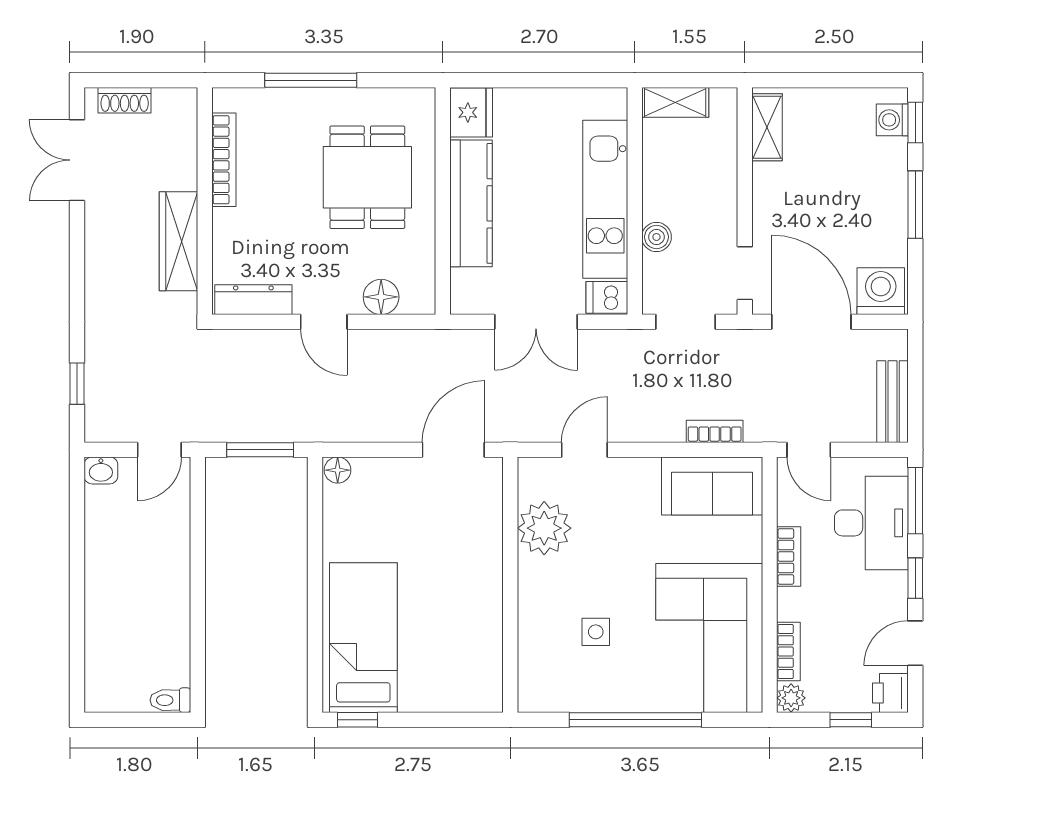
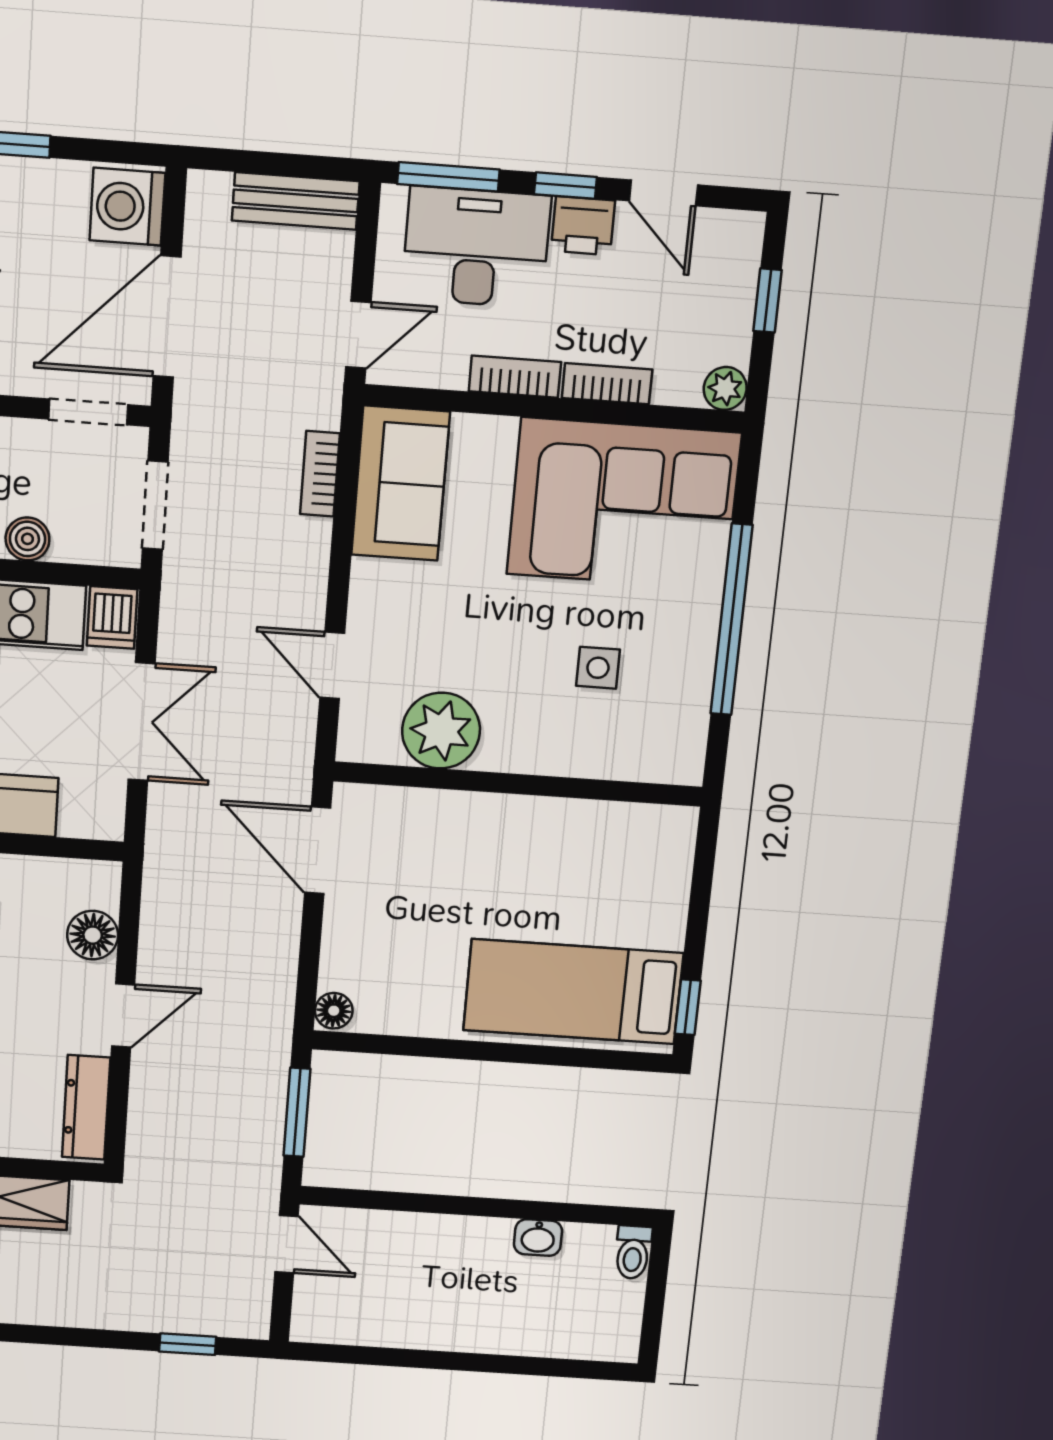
washbasin: (101, 470) -> (538, 1237), moved, turned 90
bookcase: (788, 651) -> (607, 384), moved
printer: (890, 693) -> (583, 226), moved

